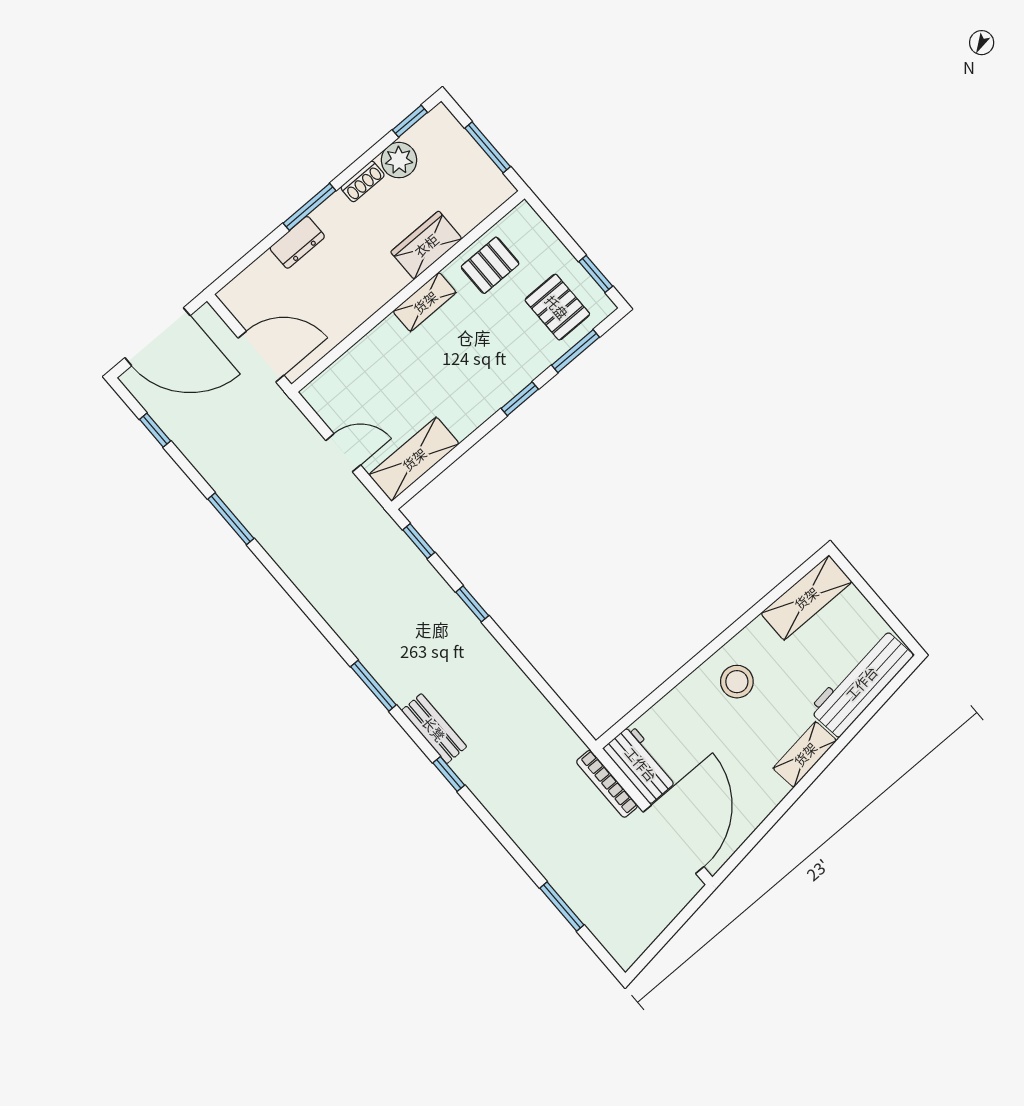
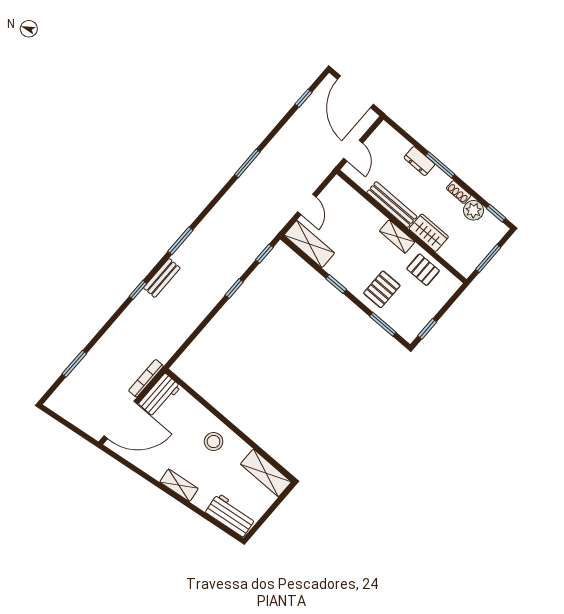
bench: (367, 303) -> (392, 205), added
pallet: (557, 307) -> (382, 289), moved
door: (261, 357) -> (353, 151), width x0.73
window: (520, 399) -> (336, 284), moved
window: (231, 519) -> (247, 163), moved
workbench: (861, 683) -> (231, 515), width x0.73

